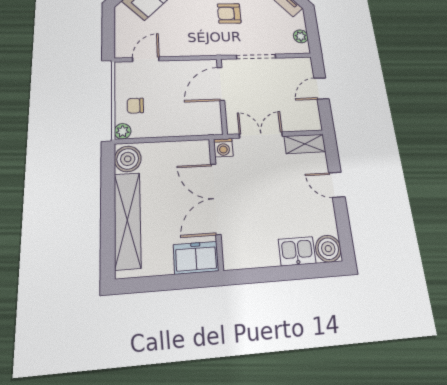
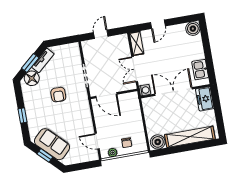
plant: (301, 36) -> (67, 48), removed
door: (321, 88) -> (101, 34), swing flipped
plant: (123, 131) -> (113, 153), moved
double door: (216, 199) -> (174, 92), swing flipped
kitchen sink: (297, 251) -> (200, 70), moved

